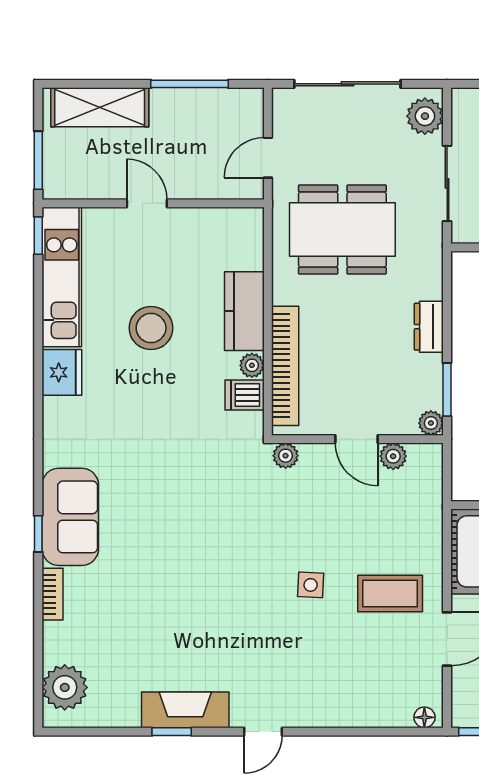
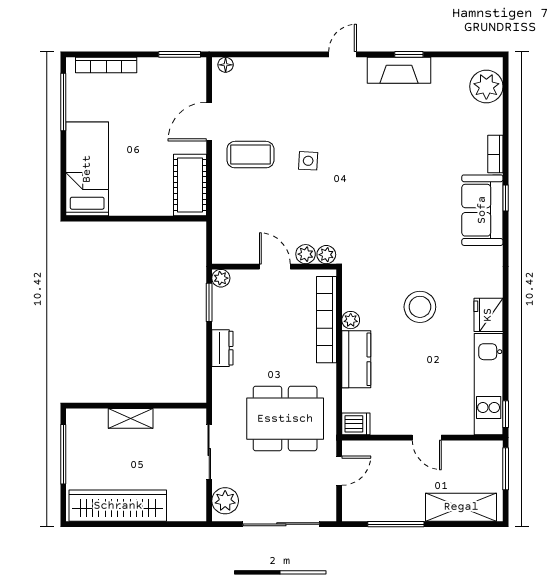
stool: (151, 328) -> (420, 307), moved
dishwasher: (245, 395) -> (356, 424), moved
plant: (393, 456) -> (306, 254), moved

